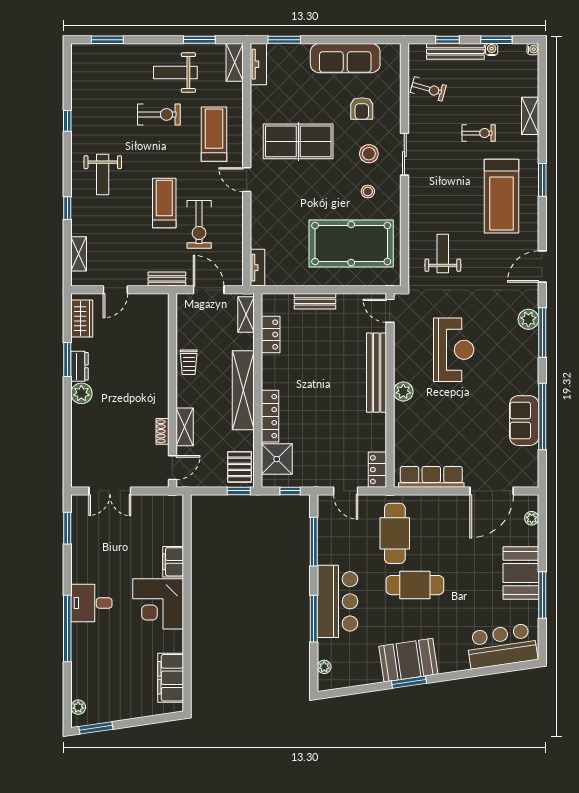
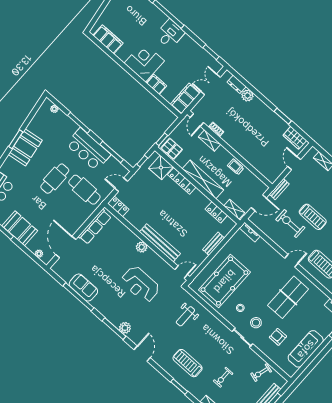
treadmill: (502, 196) -> (188, 363), width x0.73, depth x0.73
weight bench: (443, 254) -> (185, 316), turned 90
dresser: (80, 366) -> (237, 84), moved
plant: (81, 393) -> (247, 95), moved
filing cabinet: (158, 508) -> (185, 99), added
bar counter: (338, 601) -> (88, 149), moved

